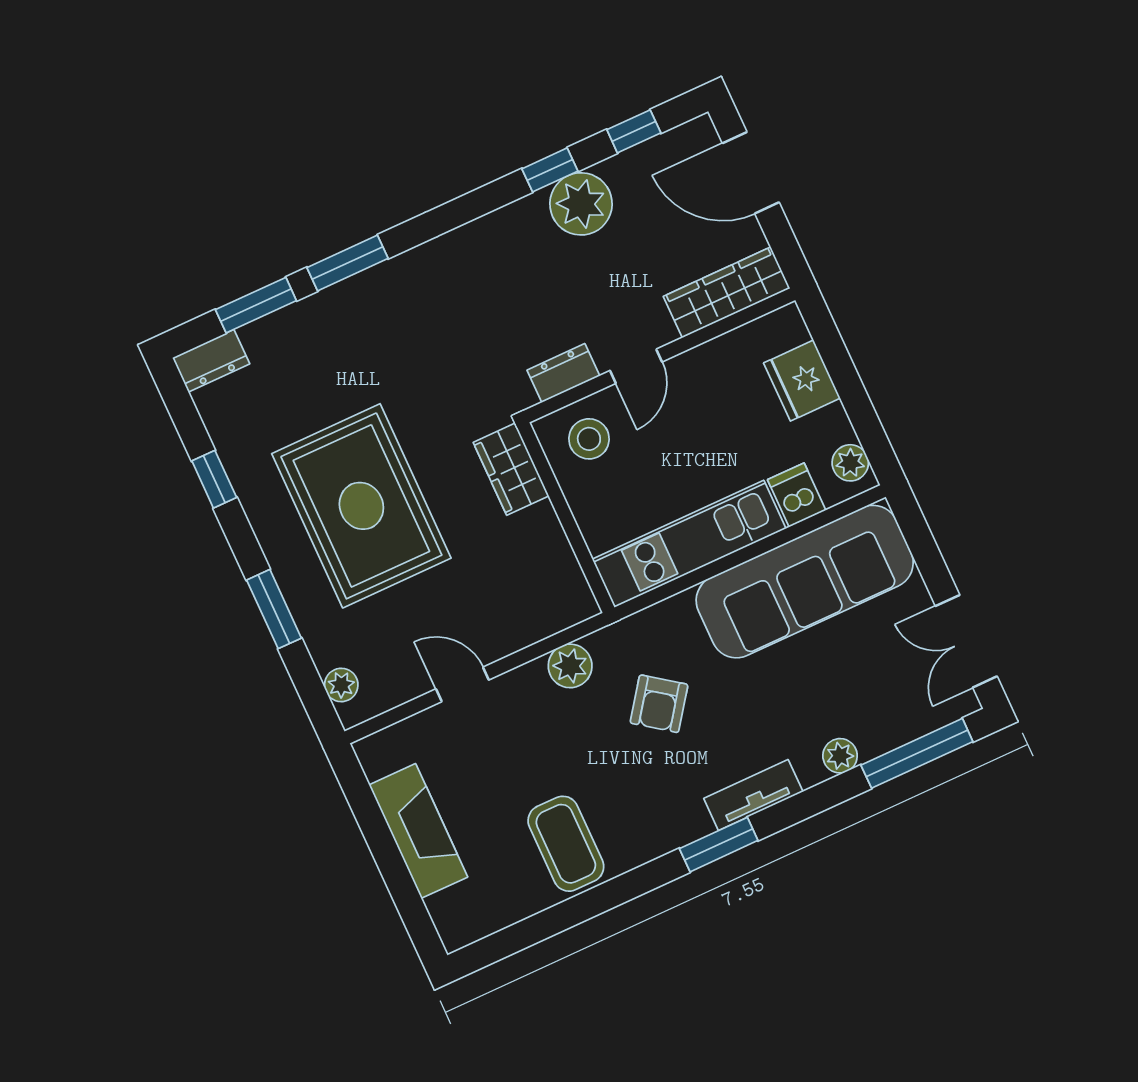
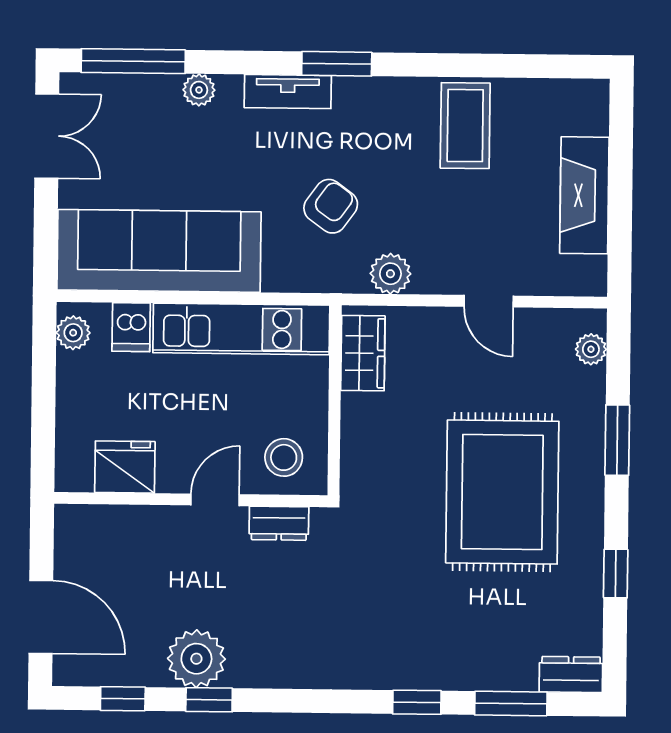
window: (348, 263) -> (417, 702), width x0.67
wardrobe: (727, 292) -> (109, 526), removed
fridge: (802, 381) -> (125, 467), moved, turned -90
wardrobe: (511, 469) -> (363, 353), moved

